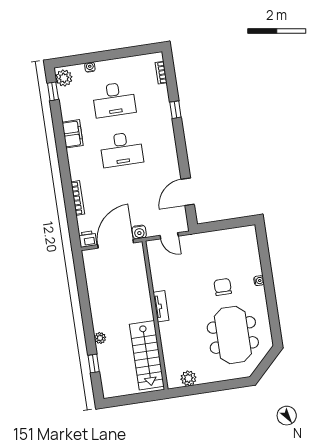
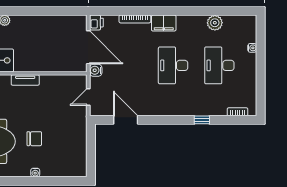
plant: (64, 78) -> (215, 23), moved
window: (53, 91) -> (235, 11), removed
filing cabinet: (73, 134) -> (164, 23), moved

